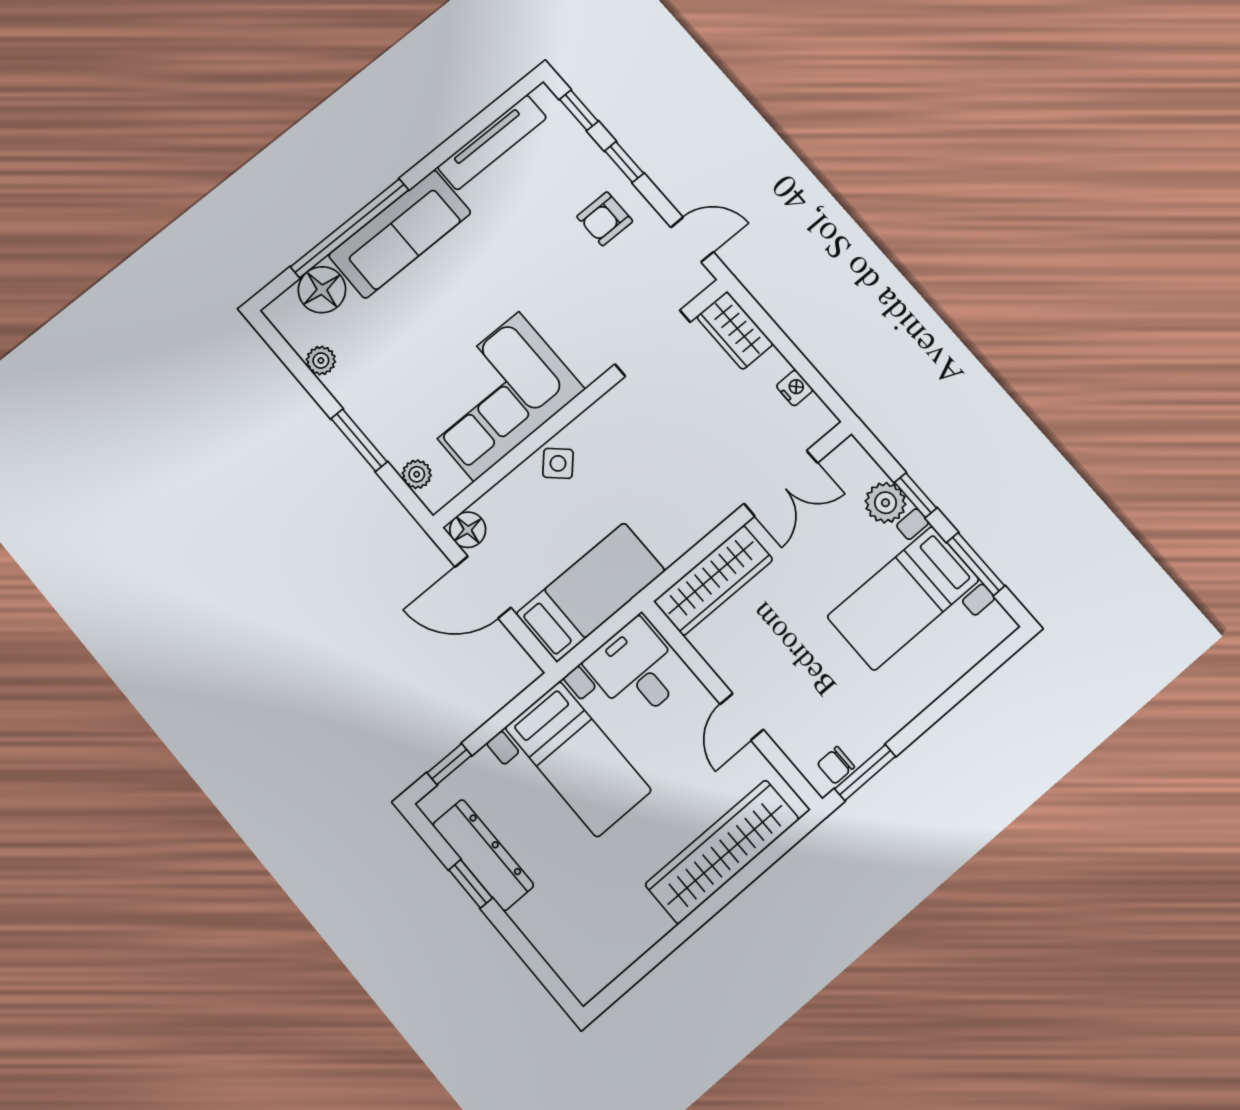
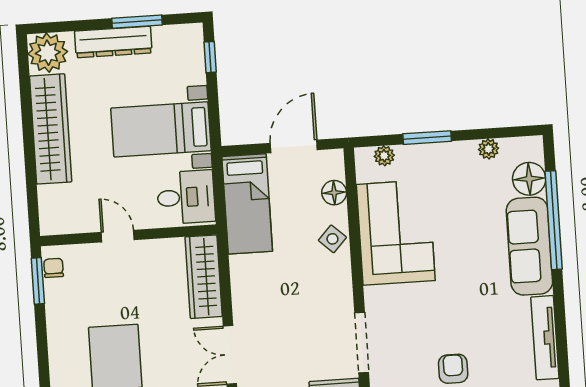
floor lamp: (468, 530) -> (334, 193), moved
wardrobe: (722, 852) -> (51, 129), moved
dresser: (483, 855) -> (113, 42), moved
window: (471, 884) -> (137, 22), width x1.50
plant: (586, 965) -> (48, 53), added

